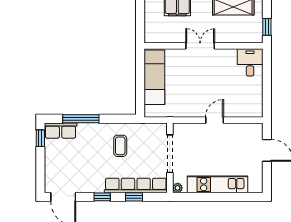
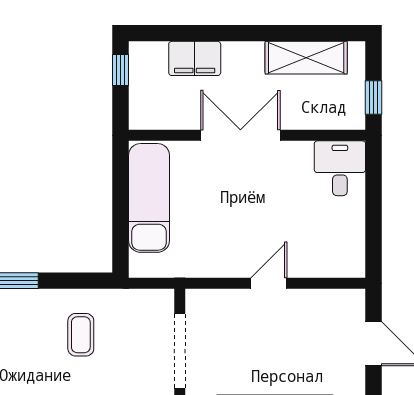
window: (140, 13) -> (121, 70), added
double door: (200, 46) -> (240, 135), width x1.37

